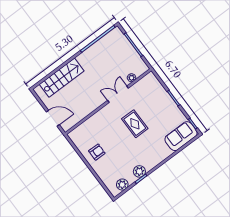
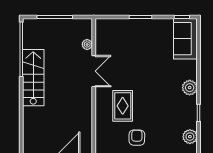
stairs: (62, 78) -> (33, 78), moved
double door: (118, 94) -> (94, 71), swing flipped
rug: (135, 124) -> (123, 106), moved, turned 90
plant: (139, 171) -> (190, 88), moved

